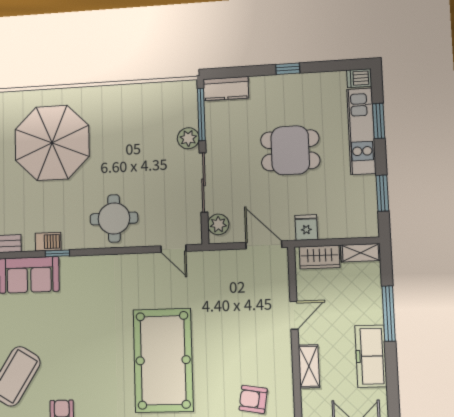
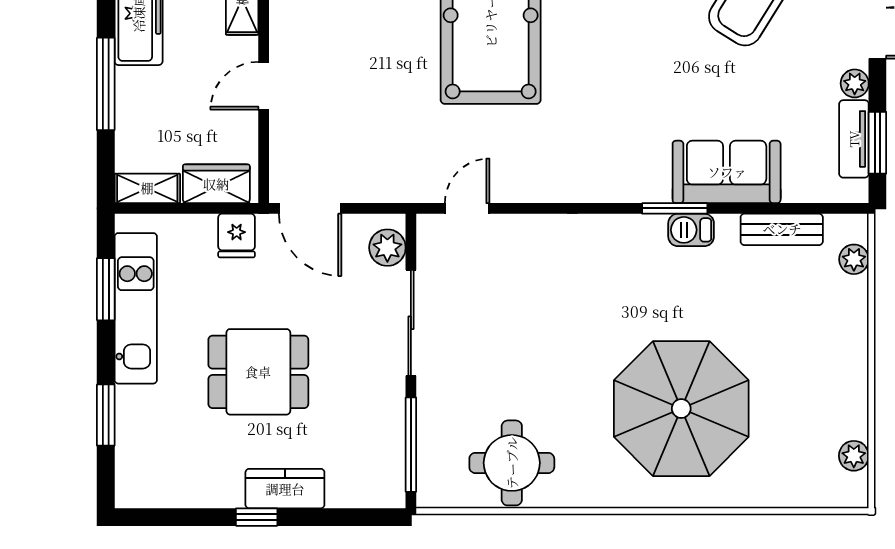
dishwasher: (359, 78) -> (135, 492), removed
kitchen counter: (226, 89) -> (285, 489), moved
kitchen unit: (361, 131) -> (136, 308), moved
plant: (188, 138) -> (435, 403), removed
round table: (114, 218) -> (512, 463), moved
door: (173, 249) -> (467, 208), hinge flipped
window: (57, 253) -> (675, 208), width x1.50

